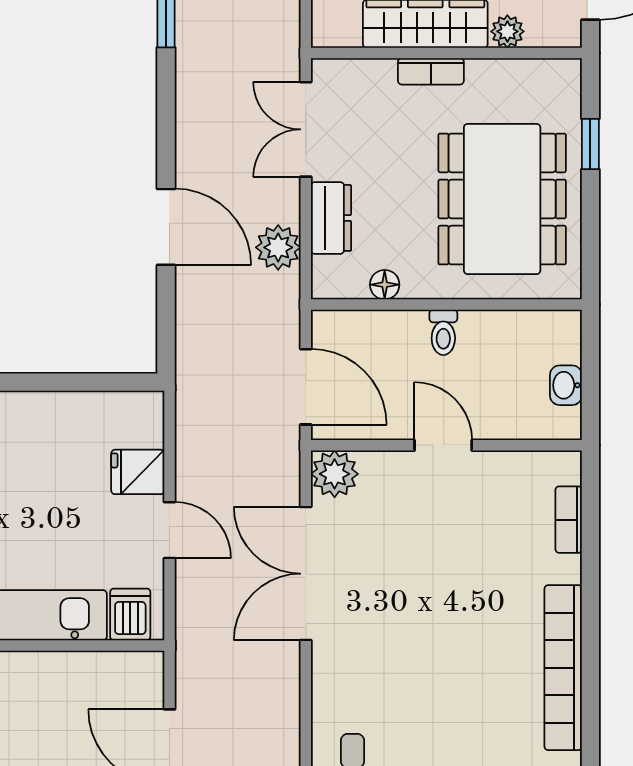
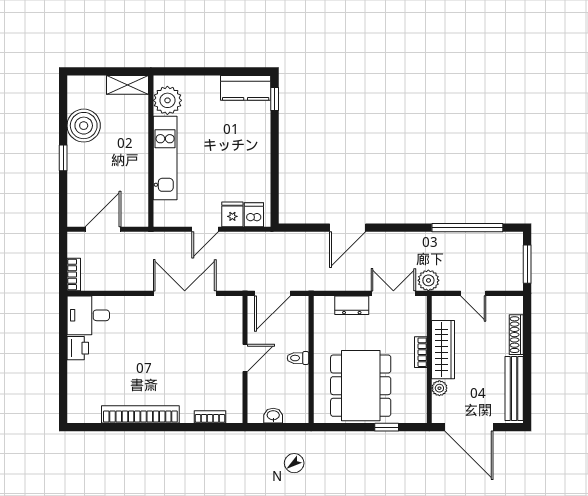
dining table: (502, 199) -> (361, 386), turned 90
plant: (278, 247) -> (428, 280), moved
floor lamp: (385, 285) -> (320, 330), removed
plant: (335, 474) -> (232, 307), removed
dishwasher: (130, 614) -> (254, 215), moved, turned -90

